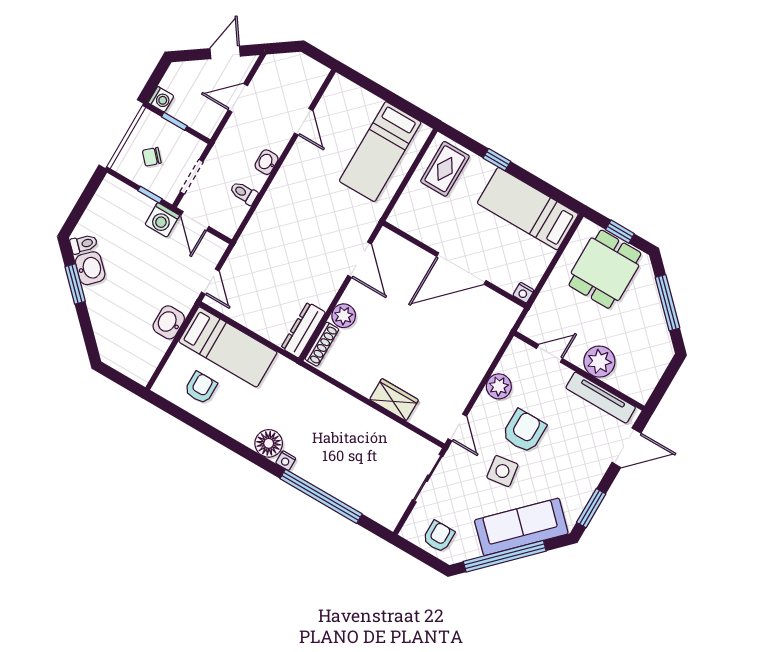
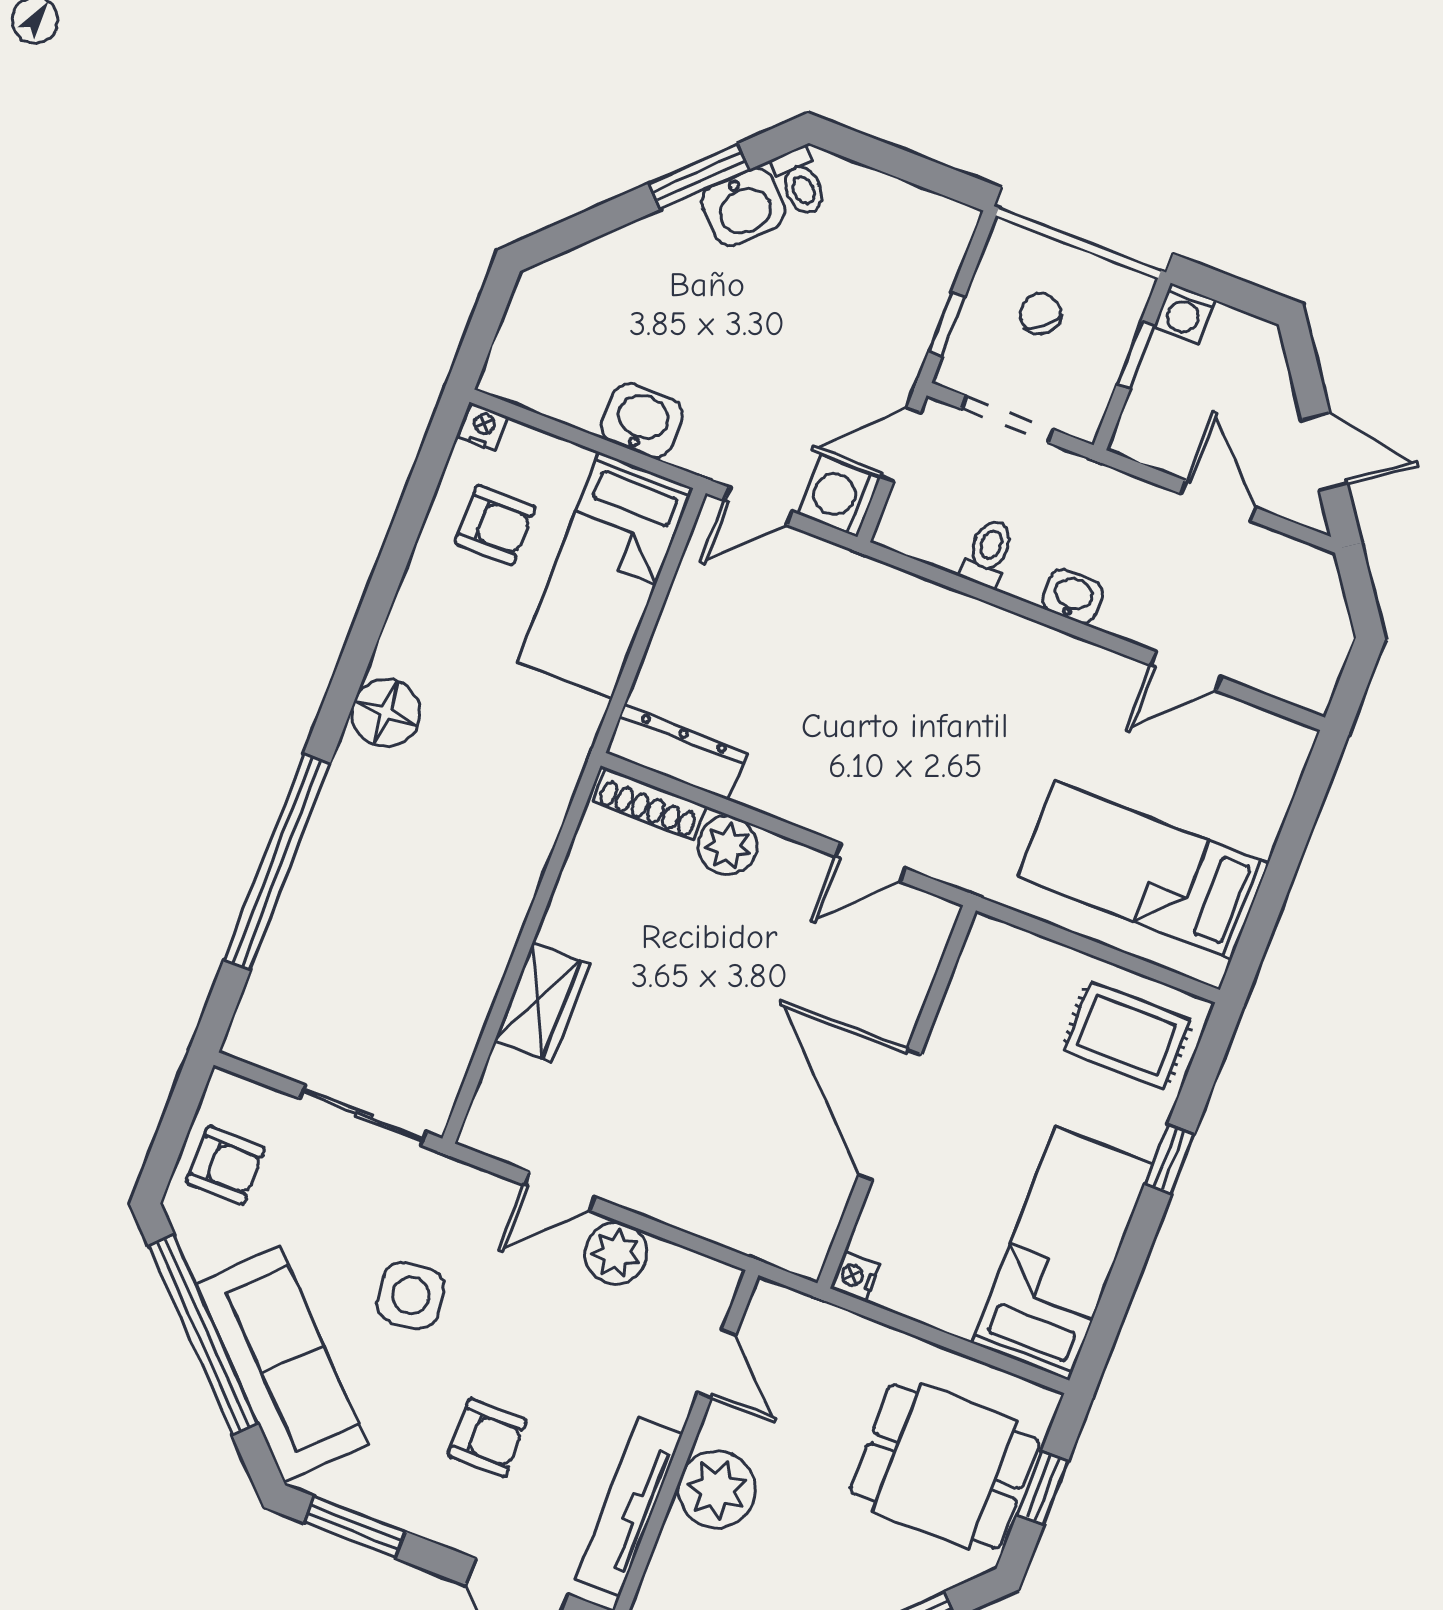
washing machine: (162, 220) -> (839, 496), moved
door: (359, 260) -> (871, 862), width x0.73
door: (457, 427) -> (559, 1191), moved
armchair: (524, 431) -> (487, 1438), moved, width x0.72, depth x0.72
nightstand: (286, 461) -> (483, 427), moved, turned 90

